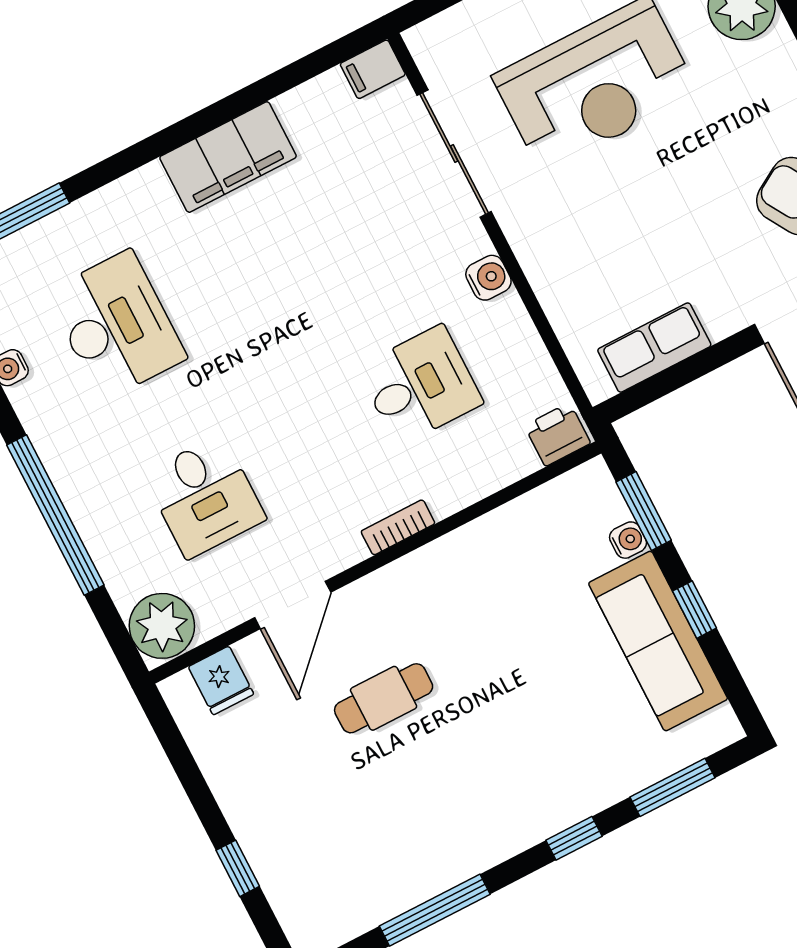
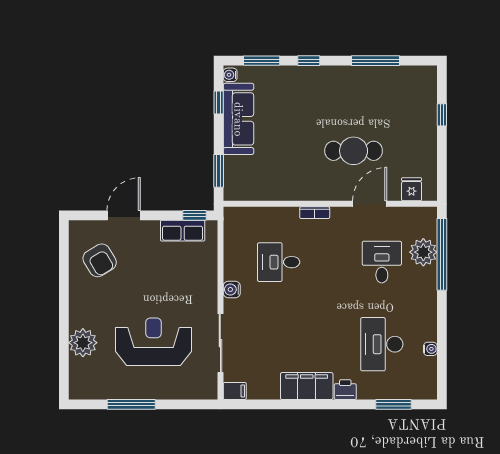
window: (646, 392) -> (194, 215), added
printer: (557, 434) -> (345, 390), moved, turned 180
window: (55, 515) -> (442, 254), moved
water cooler: (628, 540) -> (230, 75), moved
window: (695, 610) -> (219, 102), moved
plant: (162, 626) -> (423, 252), moved
cafe table: (384, 698) -> (354, 151), width x1.37, depth x1.35

